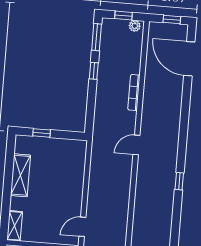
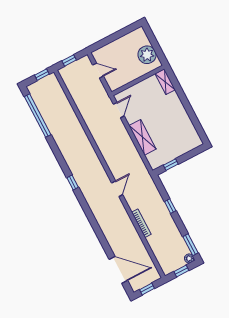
plant: (135, 26) -> (189, 258), moved
window: (94, 71) -> (170, 206), moved
window: (42, 133) -> (171, 165), moved
shelving: (20, 175) -> (143, 137), moved

